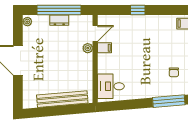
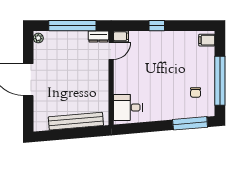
dresser: (59, 20) -> (98, 36), moved
plant: (88, 48) -> (103, 67), removed
filing cabinet: (104, 48) -> (121, 36), moved

